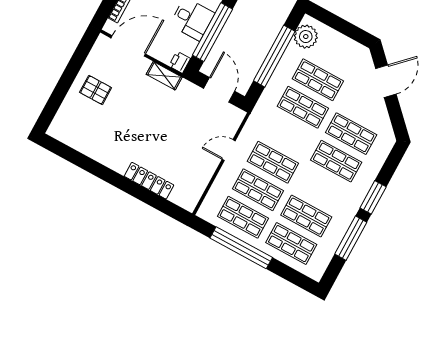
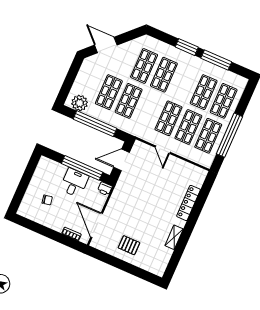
shelving: (164, 76) -> (174, 237), moved
pallet: (96, 90) -> (129, 245), turned 90

